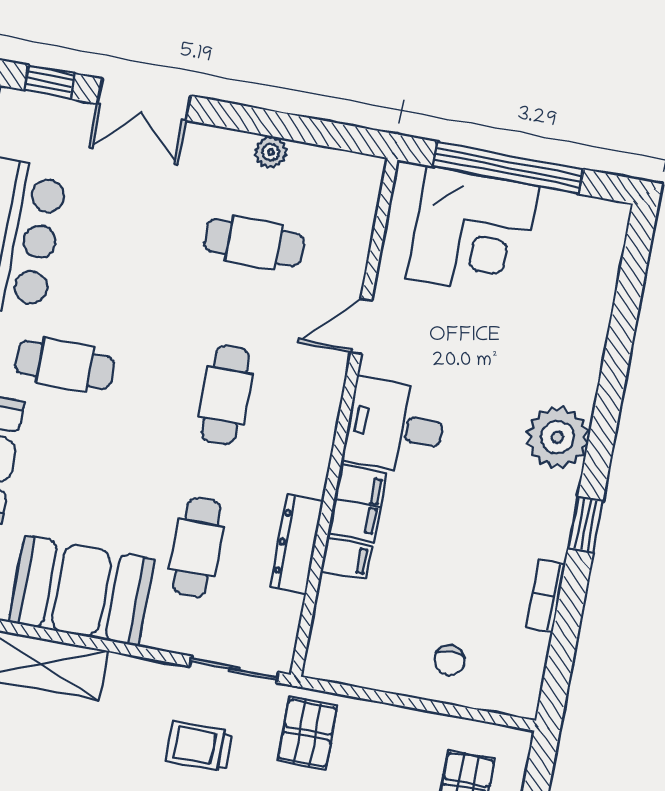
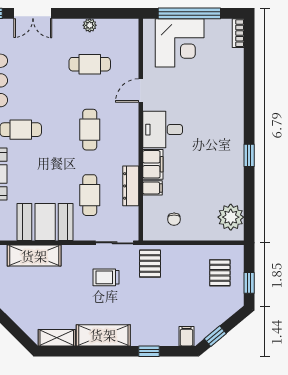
plant: (557, 437) -> (231, 217), moved
bookcase: (546, 596) -> (238, 33), moved
chair: (449, 661) -> (174, 219), moved

